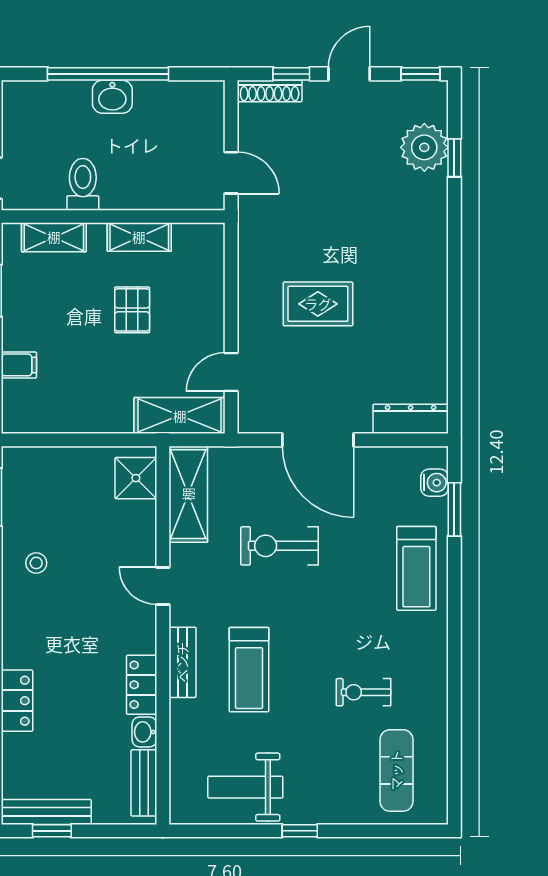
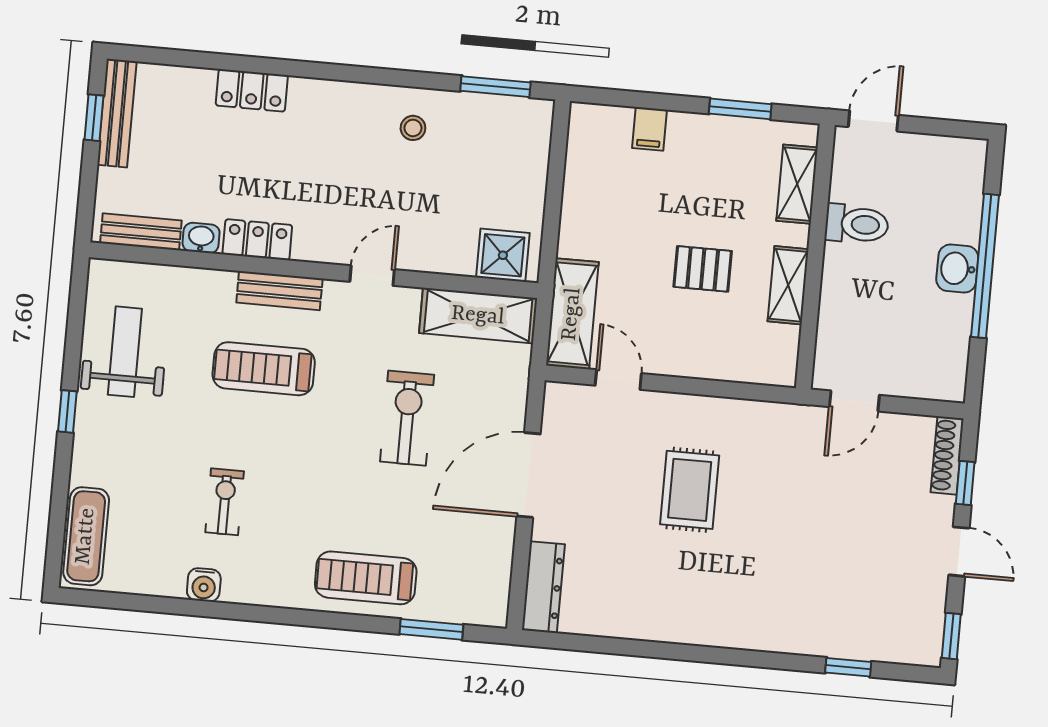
plant: (424, 147) -> (864, 633), removed
water cooler: (435, 483) -> (204, 585), moved
exercise mat: (396, 770) -> (86, 536), moved, turned 90

